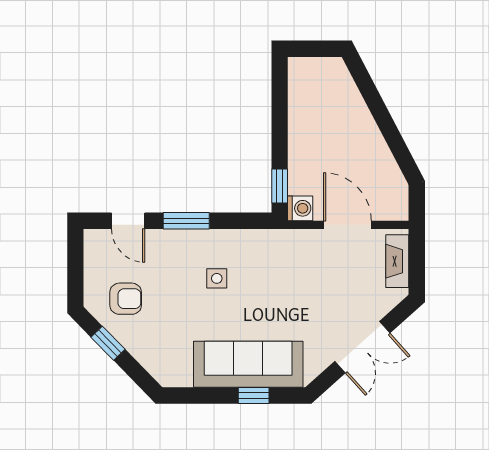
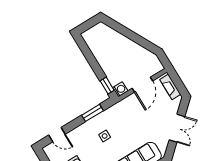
window: (186, 221) -> (93, 113), moved
door: (347, 225) -> (142, 85), swing flipped

